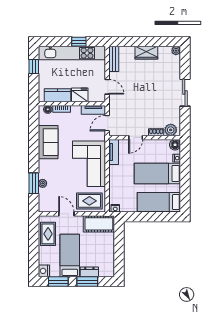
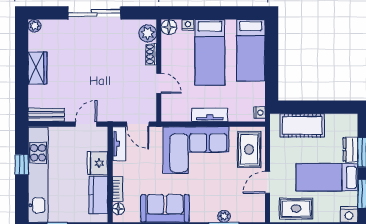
sliding door: (185, 93) -> (94, 13), width x1.37
tv unit: (114, 152) -> (210, 115), moved
cot: (99, 224) -> (302, 125), moved, turned 90

